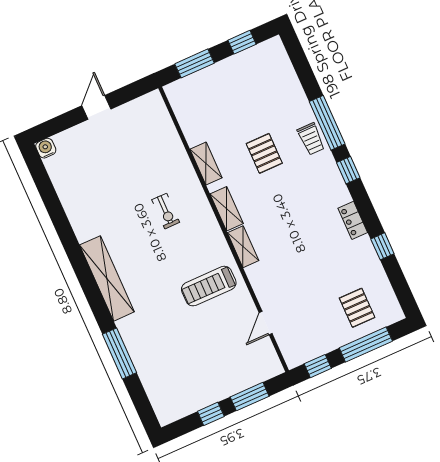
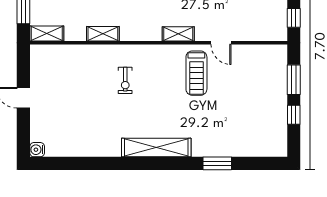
shelving: (227, 209) -> (47, 33), moved
exercise bike: (166, 211) -> (125, 80), turned 90
door: (266, 323) -> (221, 43), moved
window: (119, 353) -> (217, 163), width x0.69

